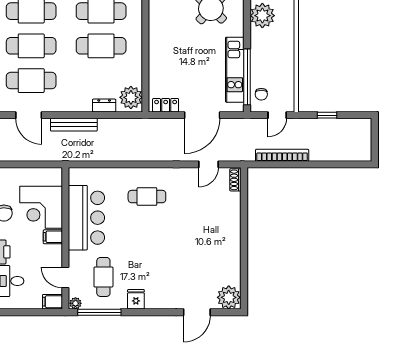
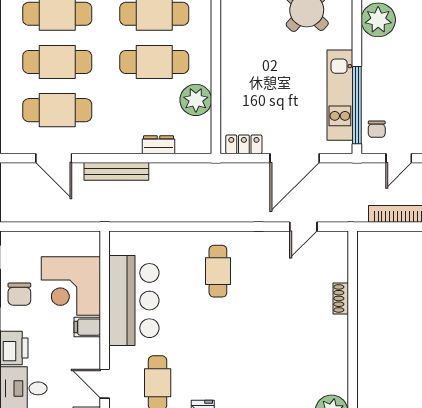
plant: (131, 97) -> (196, 100), moved
shoe rack: (235, 180) -> (341, 298), moved
cafe table: (147, 197) -> (218, 271), turned 90

